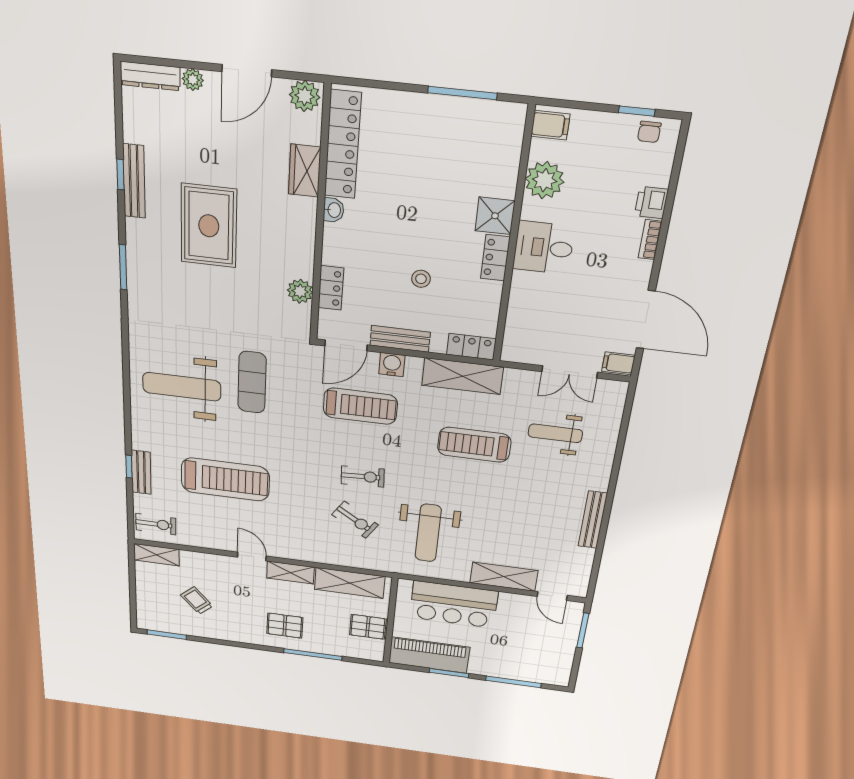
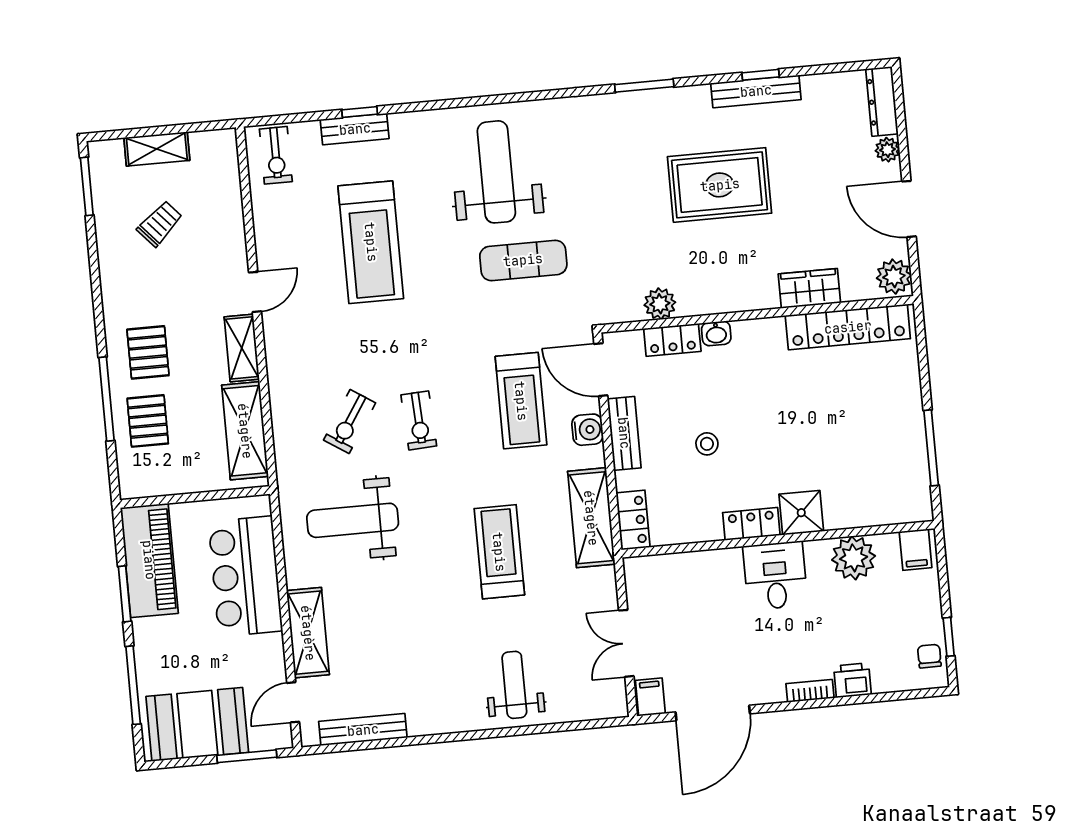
chair: (649, 132) -> (929, 656), turned 90
washbasin: (334, 210) -> (716, 333), moved
weight bench: (555, 433) -> (514, 685), moved
bench: (593, 520) -> (363, 730), moved
shelving: (156, 555) -> (157, 149), moved, turned 90
pallet: (368, 627) -> (148, 421), moved
booth: (551, 653) -> (197, 724), added

